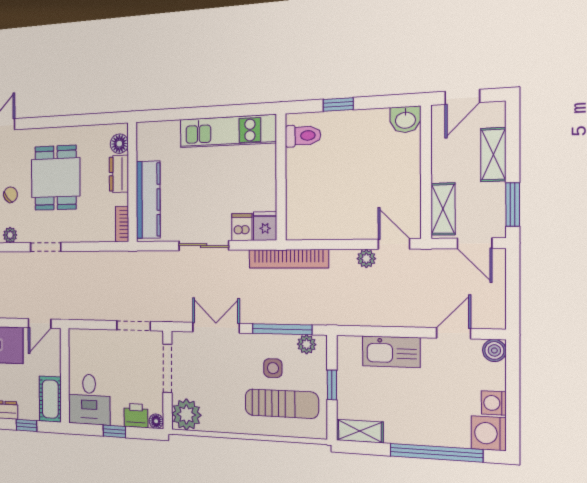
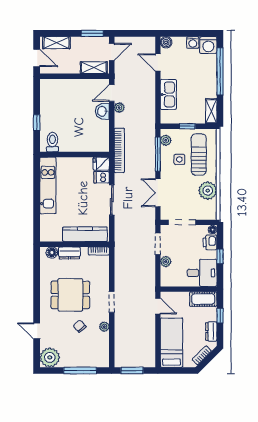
washbasin: (405, 120) -> (102, 111), moved, turned 180
shelving: (493, 155) -> (56, 43), moved
plant: (106, 338) -> (166, 262), added
plant: (186, 414) -> (208, 191), moved

